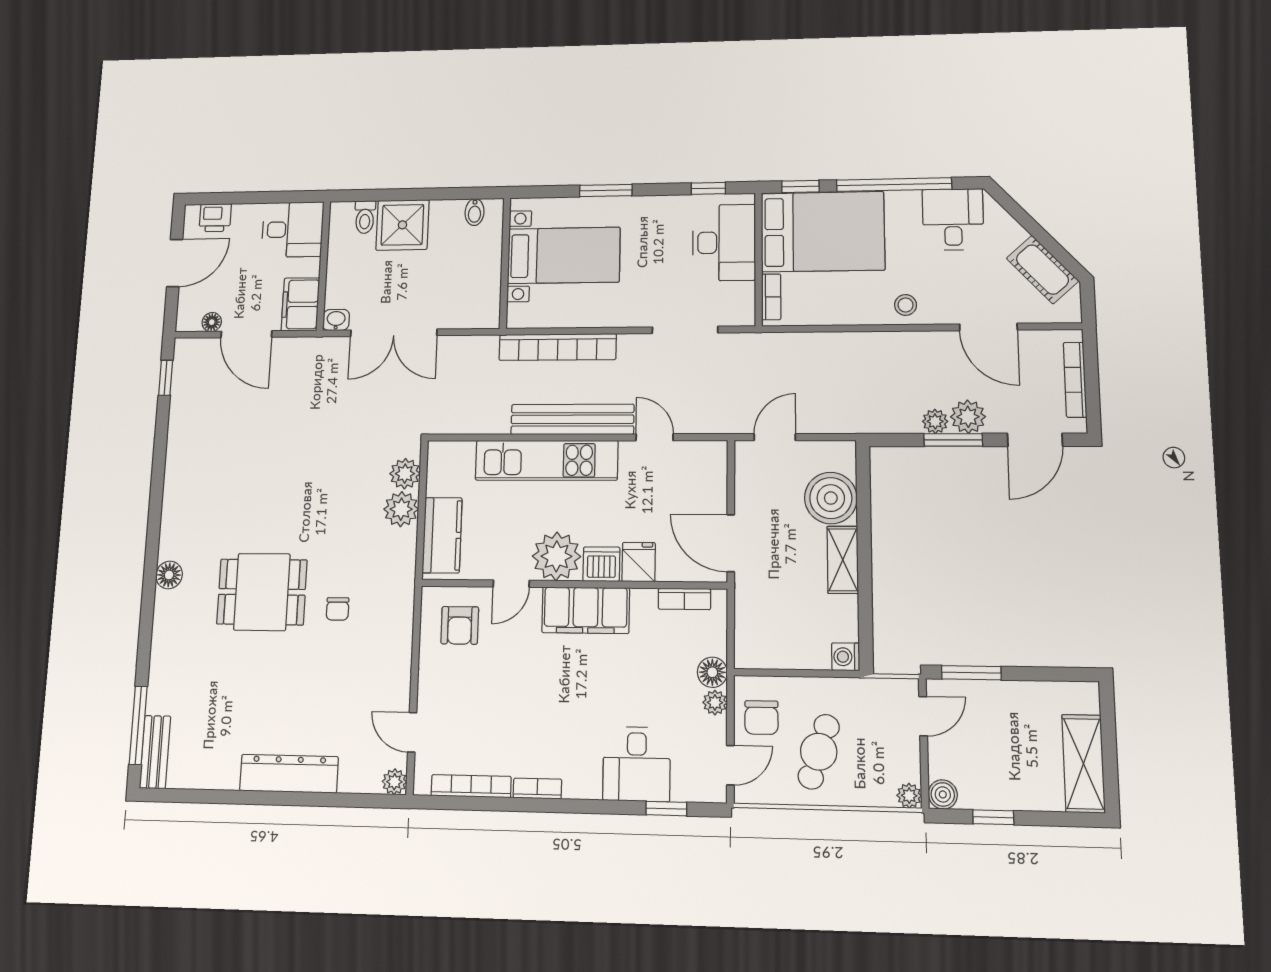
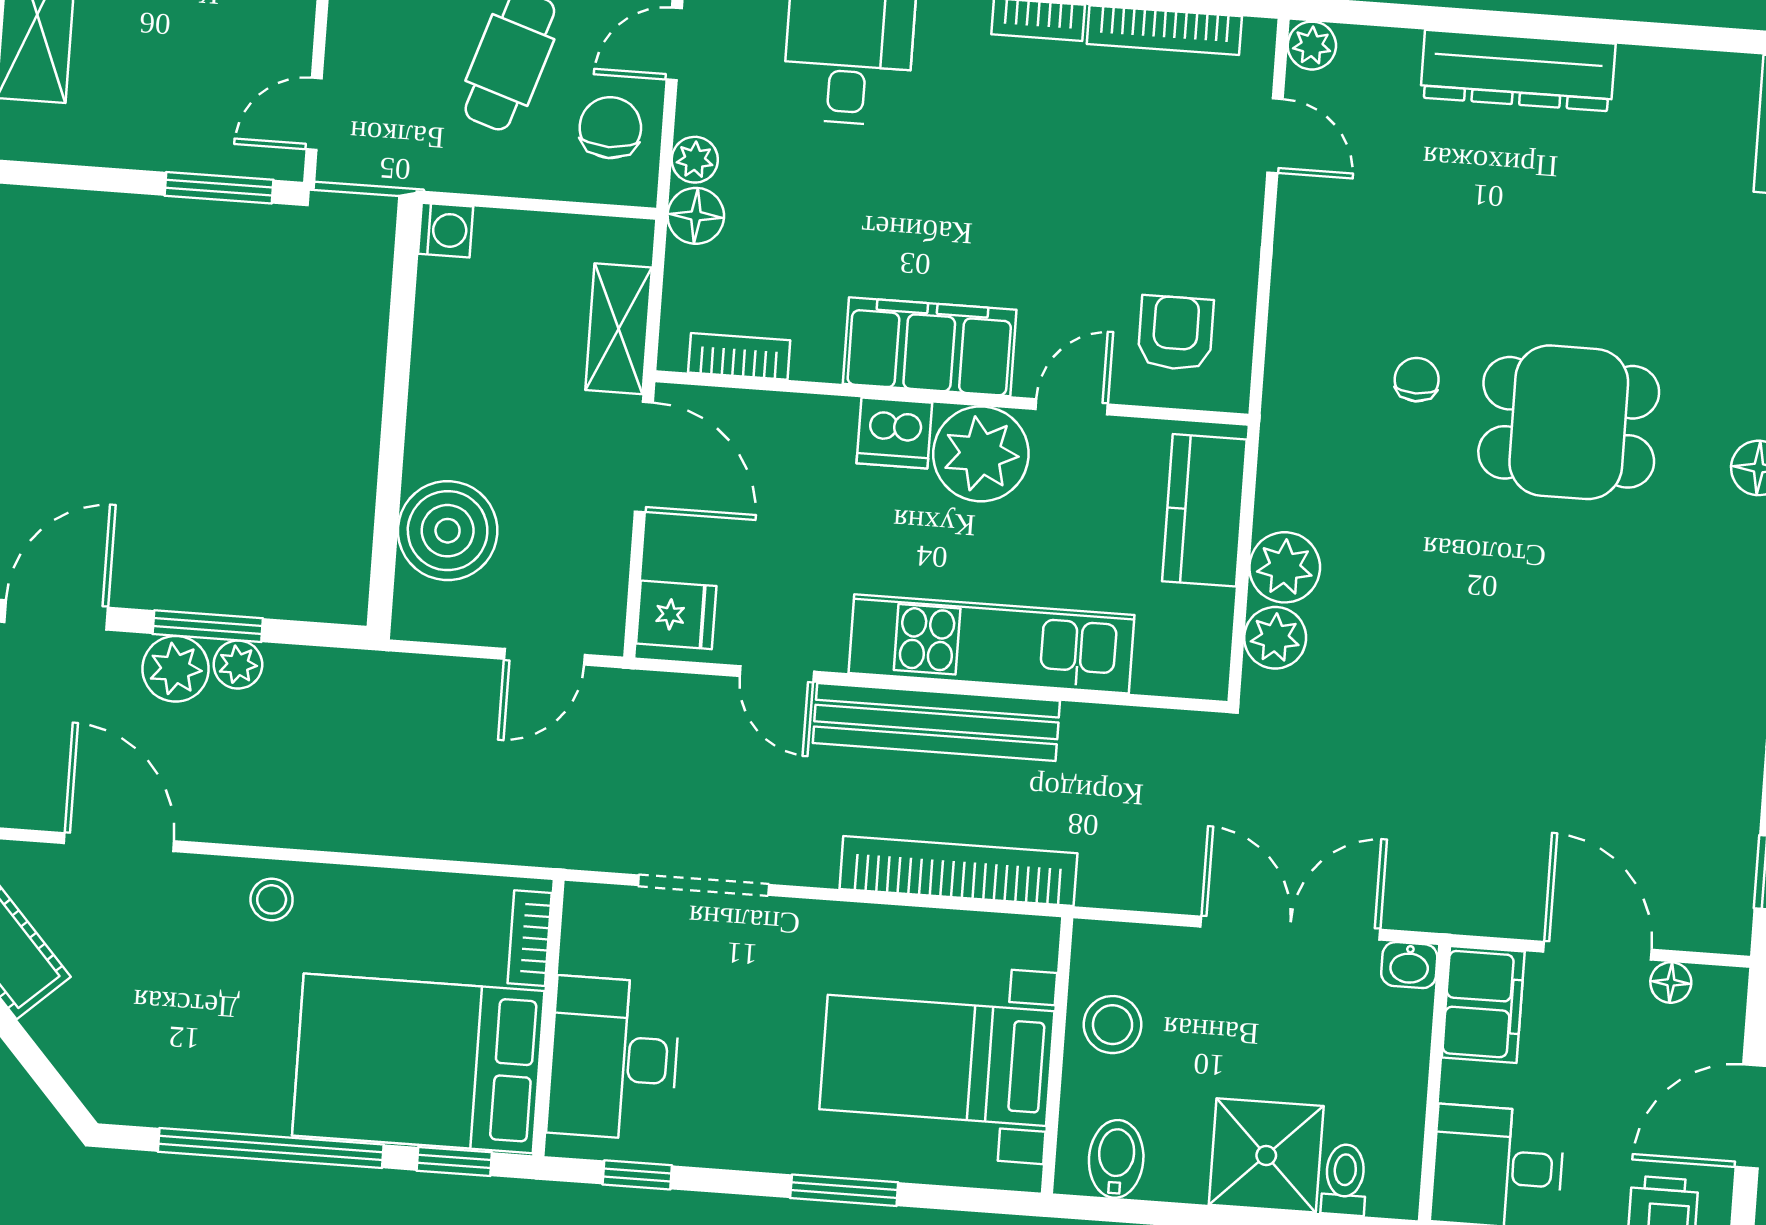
bidet: (475, 212) -> (1116, 1159), width x1.38, depth x1.36
desk: (953, 219) -> (164, 1065), removed
stool: (479, 280) -> (1113, 1025), added
shelving: (843, 560) -> (619, 329), moved
fridge: (639, 562) -> (676, 615), moved, turned -90

